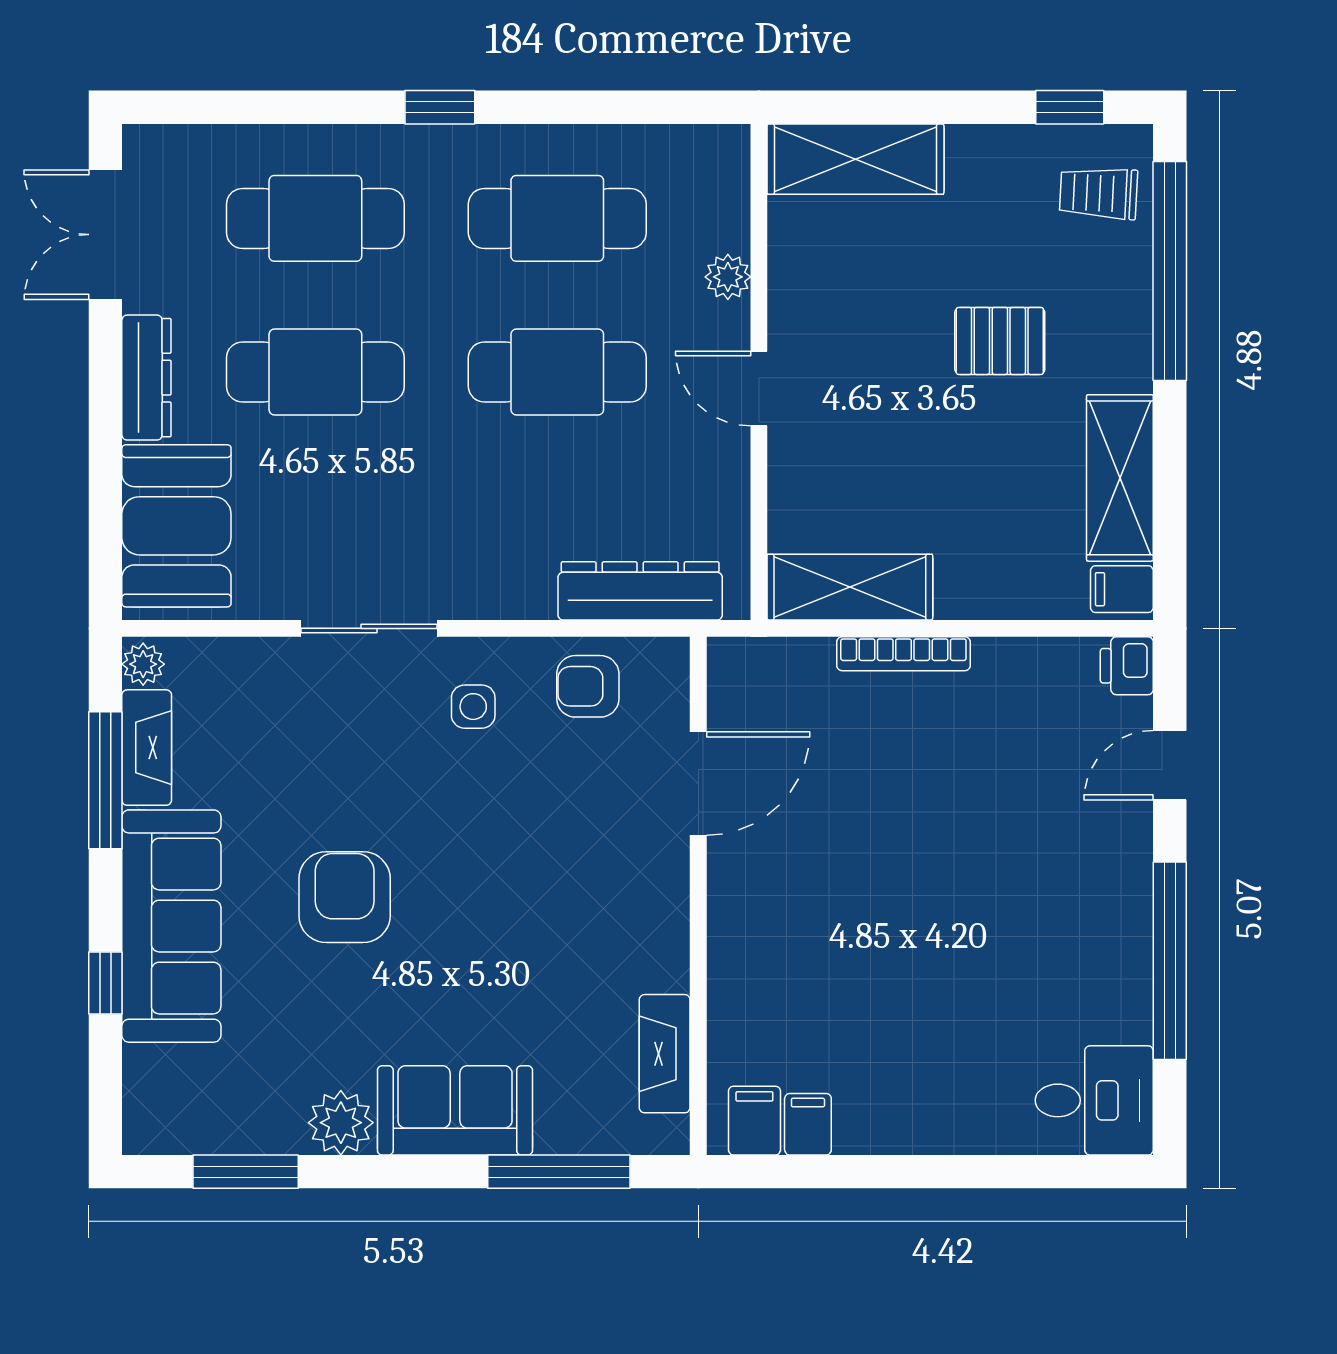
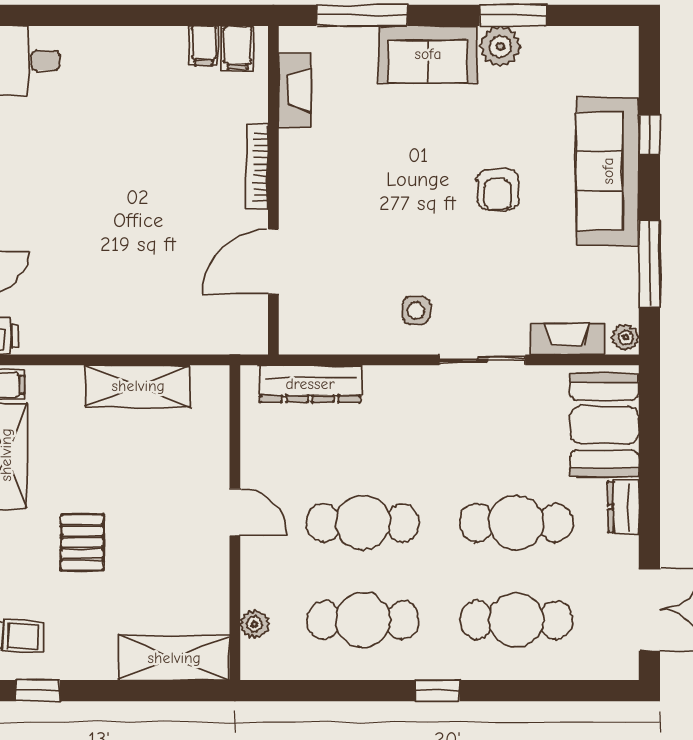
plant: (728, 277) -> (255, 624), moved
pallet: (1000, 341) -> (82, 542), turned 90
dresser: (146, 378) -> (623, 507), width x0.70
shelving: (850, 587) -> (138, 386), moved
bookcase: (903, 654) -> (257, 167), moved, turned -90
armchair: (588, 686) -> (343, 323), removed
fireplace: (147, 748) -> (567, 339), moved, turned 90
armchair: (345, 897) -> (498, 189), width x0.72, depth x0.72
window: (246, 1172) -> (513, 15), moved

